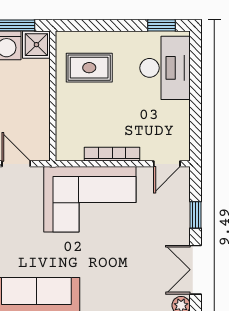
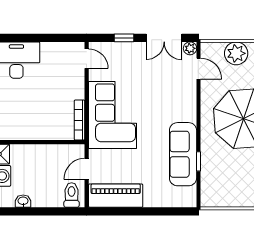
rug: (89, 68) -> (16, 115), removed
bookcase: (112, 154) -> (80, 120), moved

